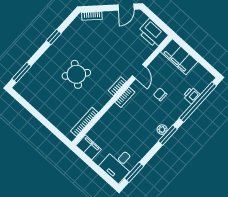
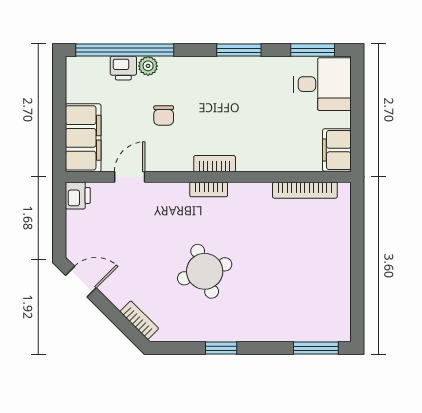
printer: (153, 33) -> (78, 195), width x0.53, depth x0.68
door: (139, 71) -> (130, 177), moved
round table: (76, 74) -> (205, 271), moved, turned 32
plant: (162, 130) -> (148, 66), moved
window: (168, 135) -> (239, 50), moved

